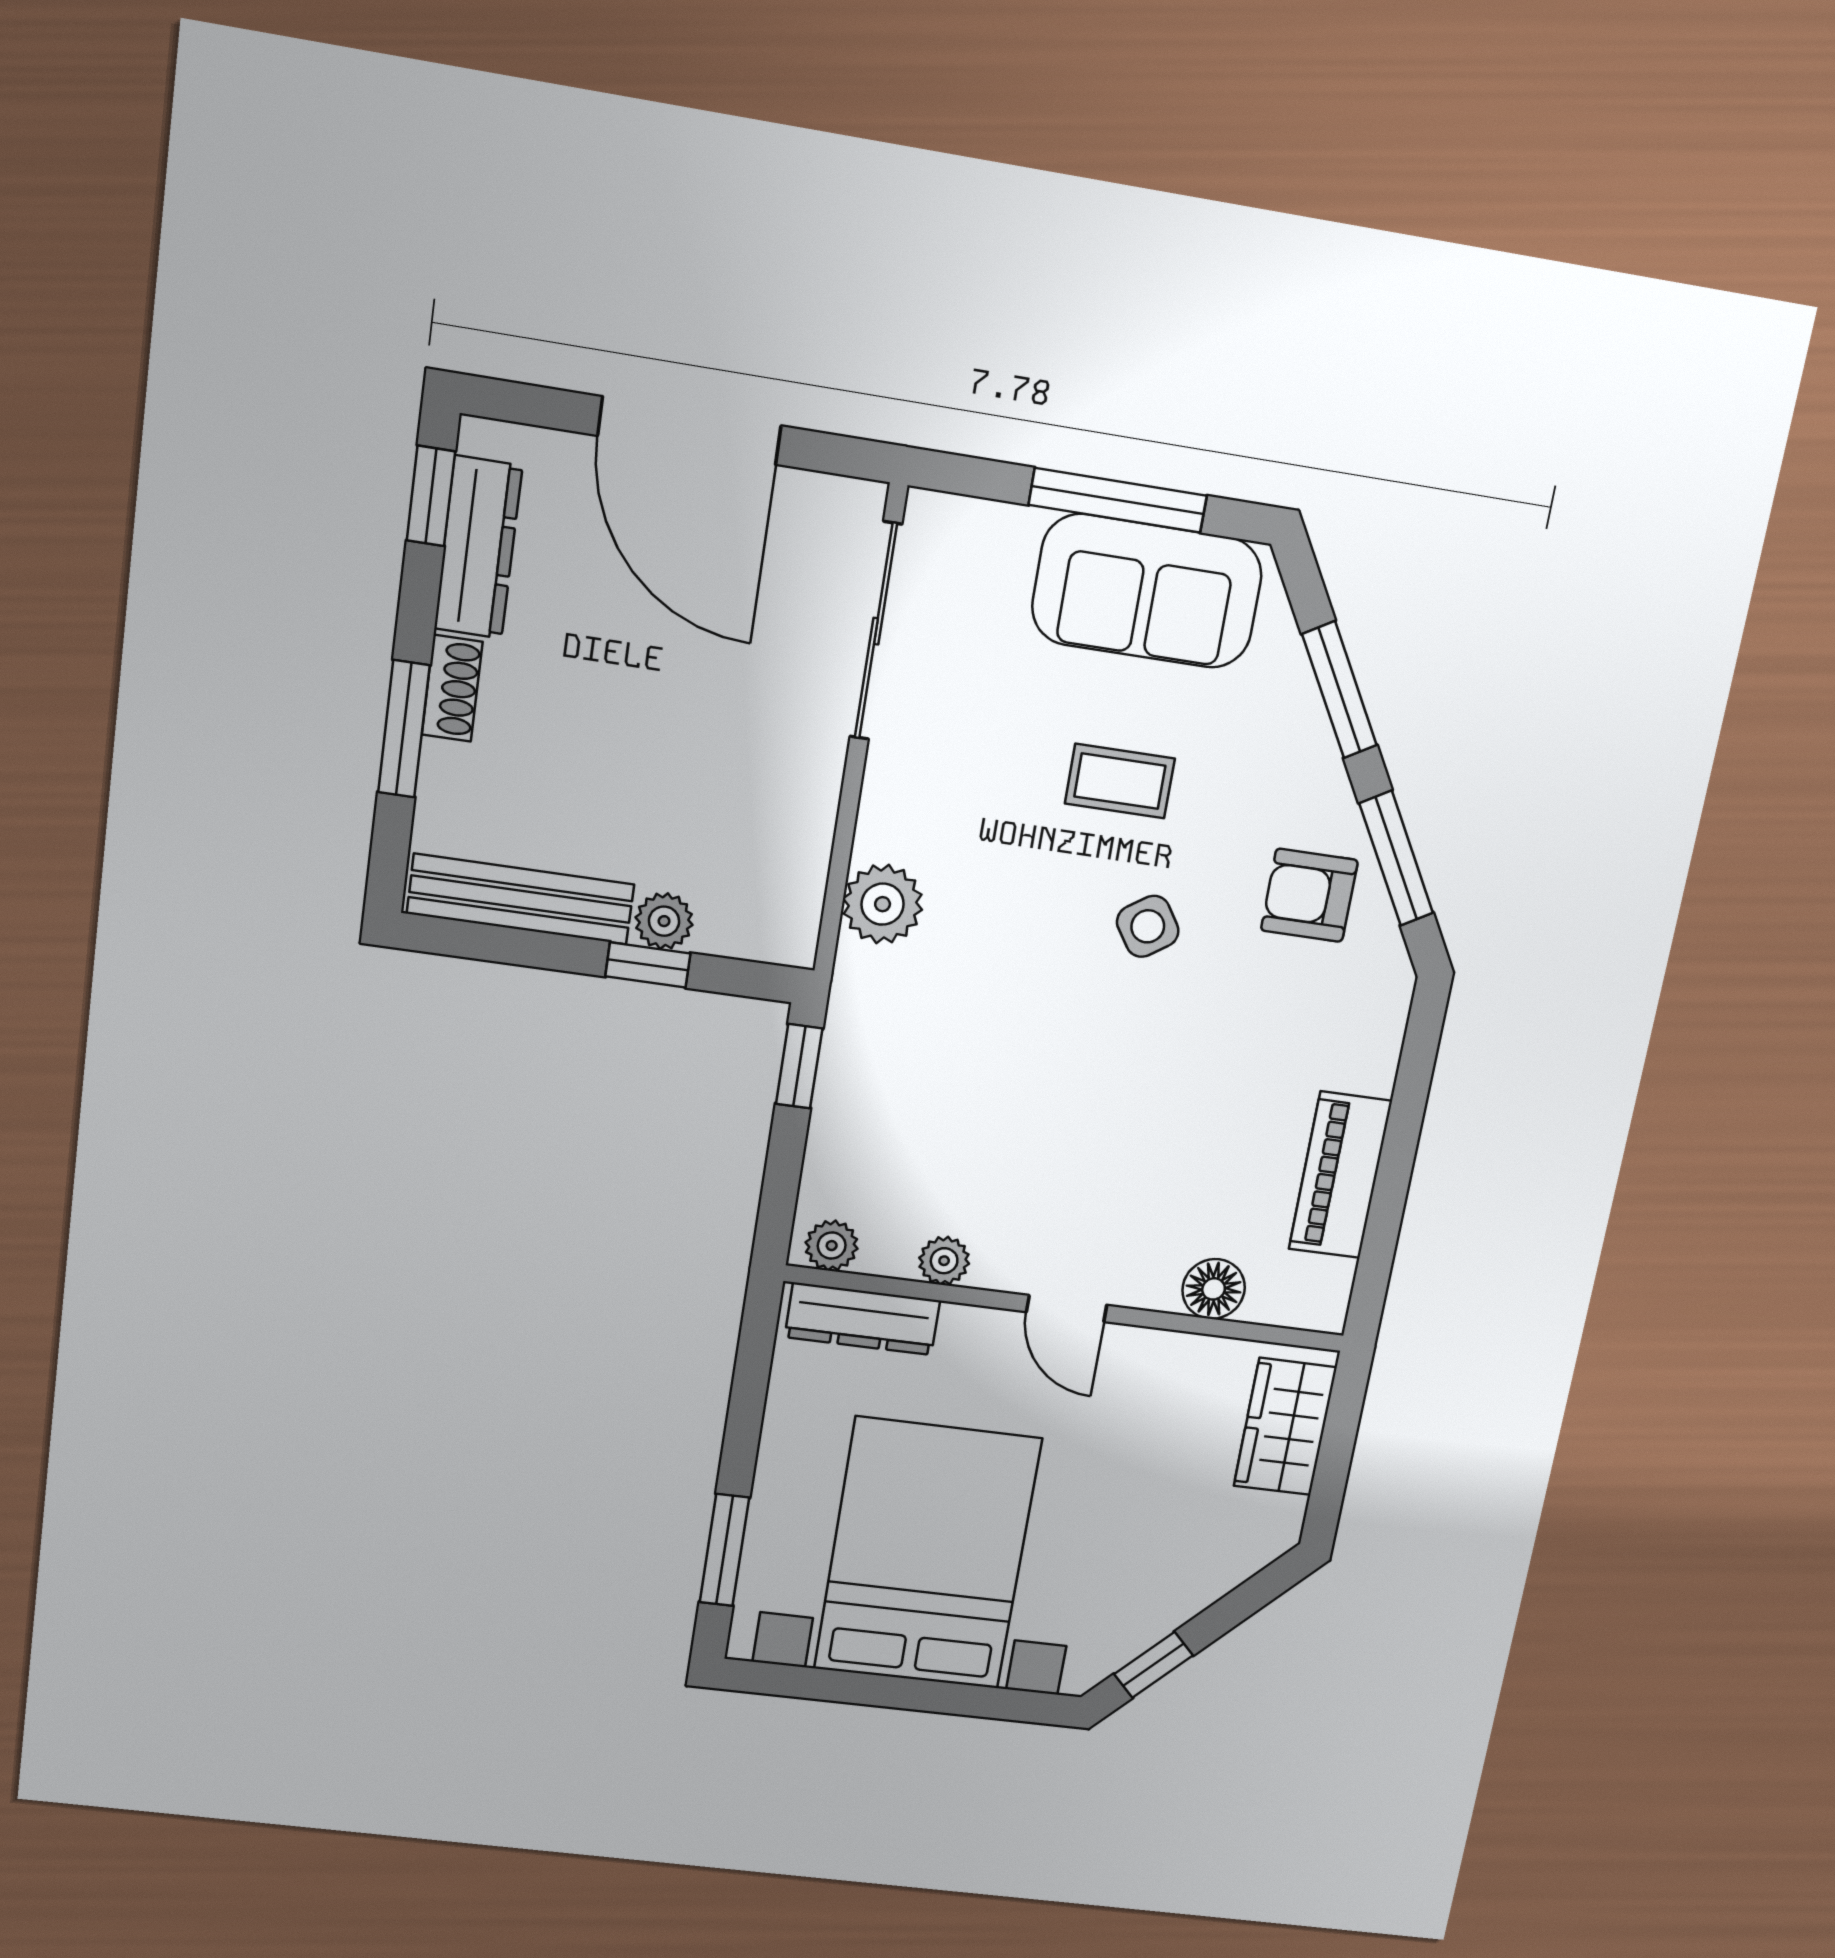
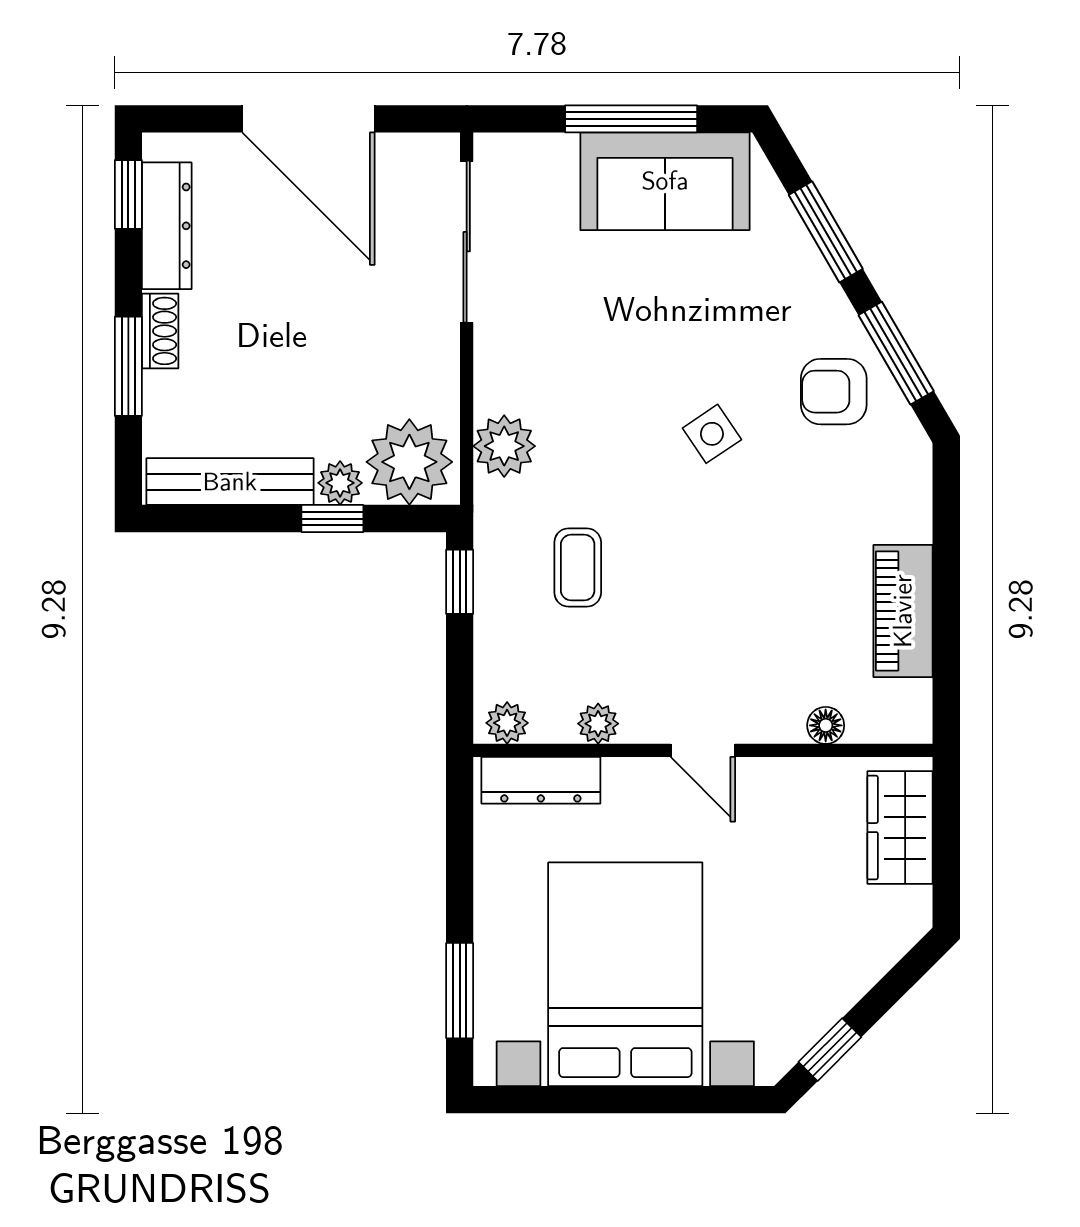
coffee table: (1120, 781) -> (578, 567), moved, turned 90
plant: (758, 907) -> (409, 462), added
floor lamp: (1214, 1289) -> (826, 725), width x0.73, depth x0.73

